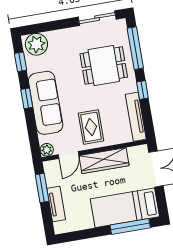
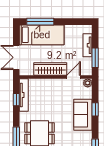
window: (142, 90) -> (16, 100), moved
window: (27, 98) -> (95, 109), moved
sofa: (46, 103) -> (83, 115), width x0.73
rug: (91, 127) -> (55, 93), removed

